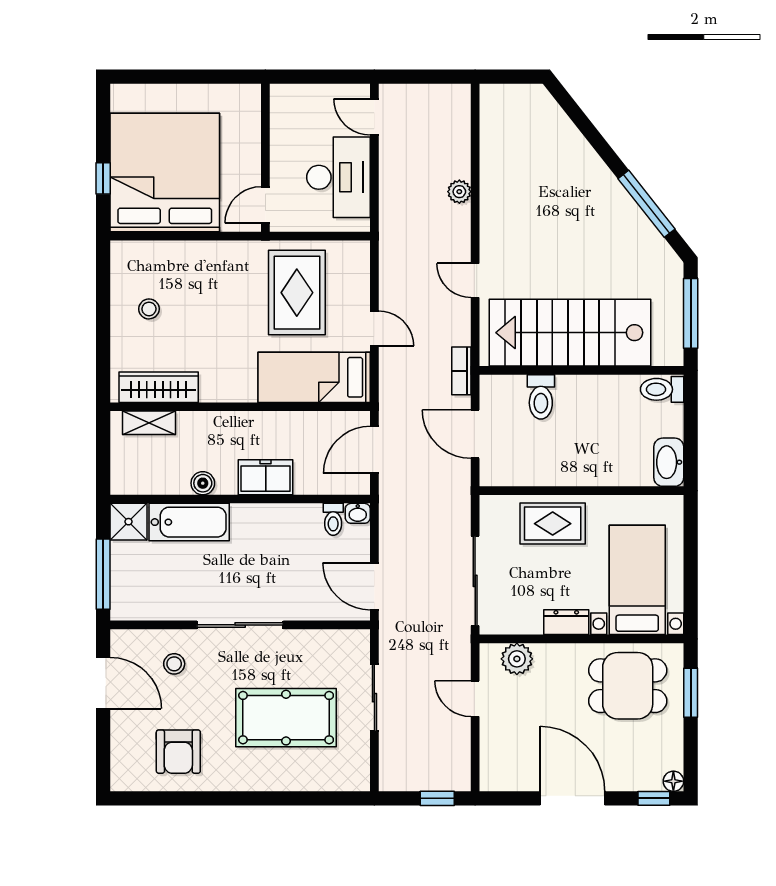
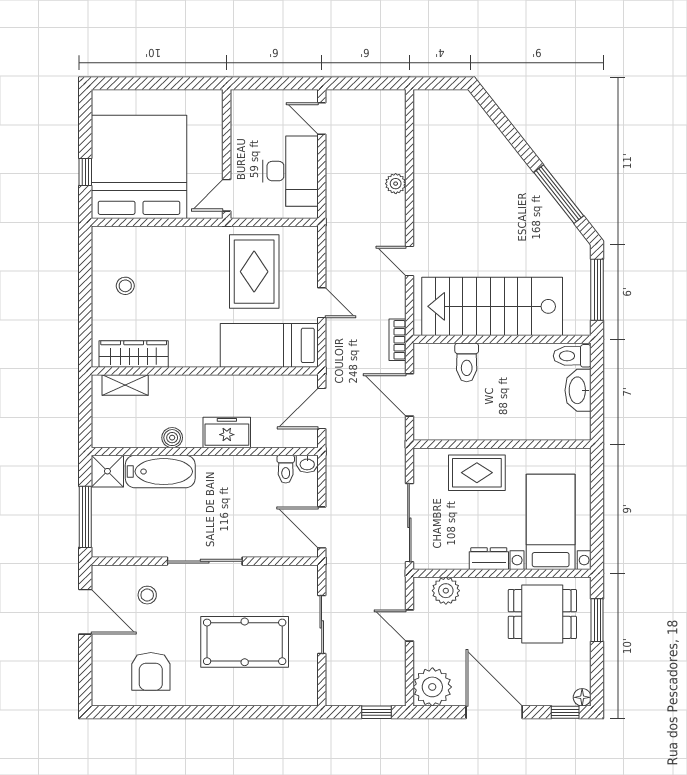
washbasin: (669, 462) -> (578, 390), moved
plant: (501, 769) -> (432, 687), added

